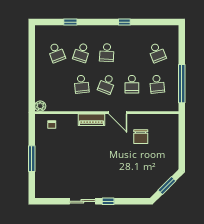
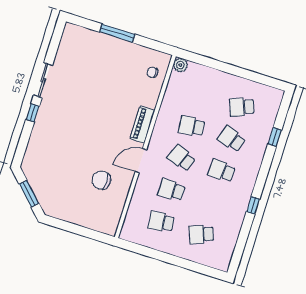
window: (182, 84) -> (152, 253), removed

